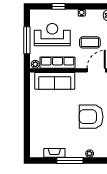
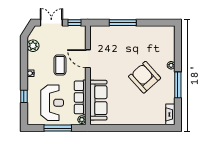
reception desk: (52, 35) -> (52, 103), turned 180
armchair: (91, 117) -> (145, 77), moved, turned 138
fireplace: (54, 153) -> (170, 114), moved

